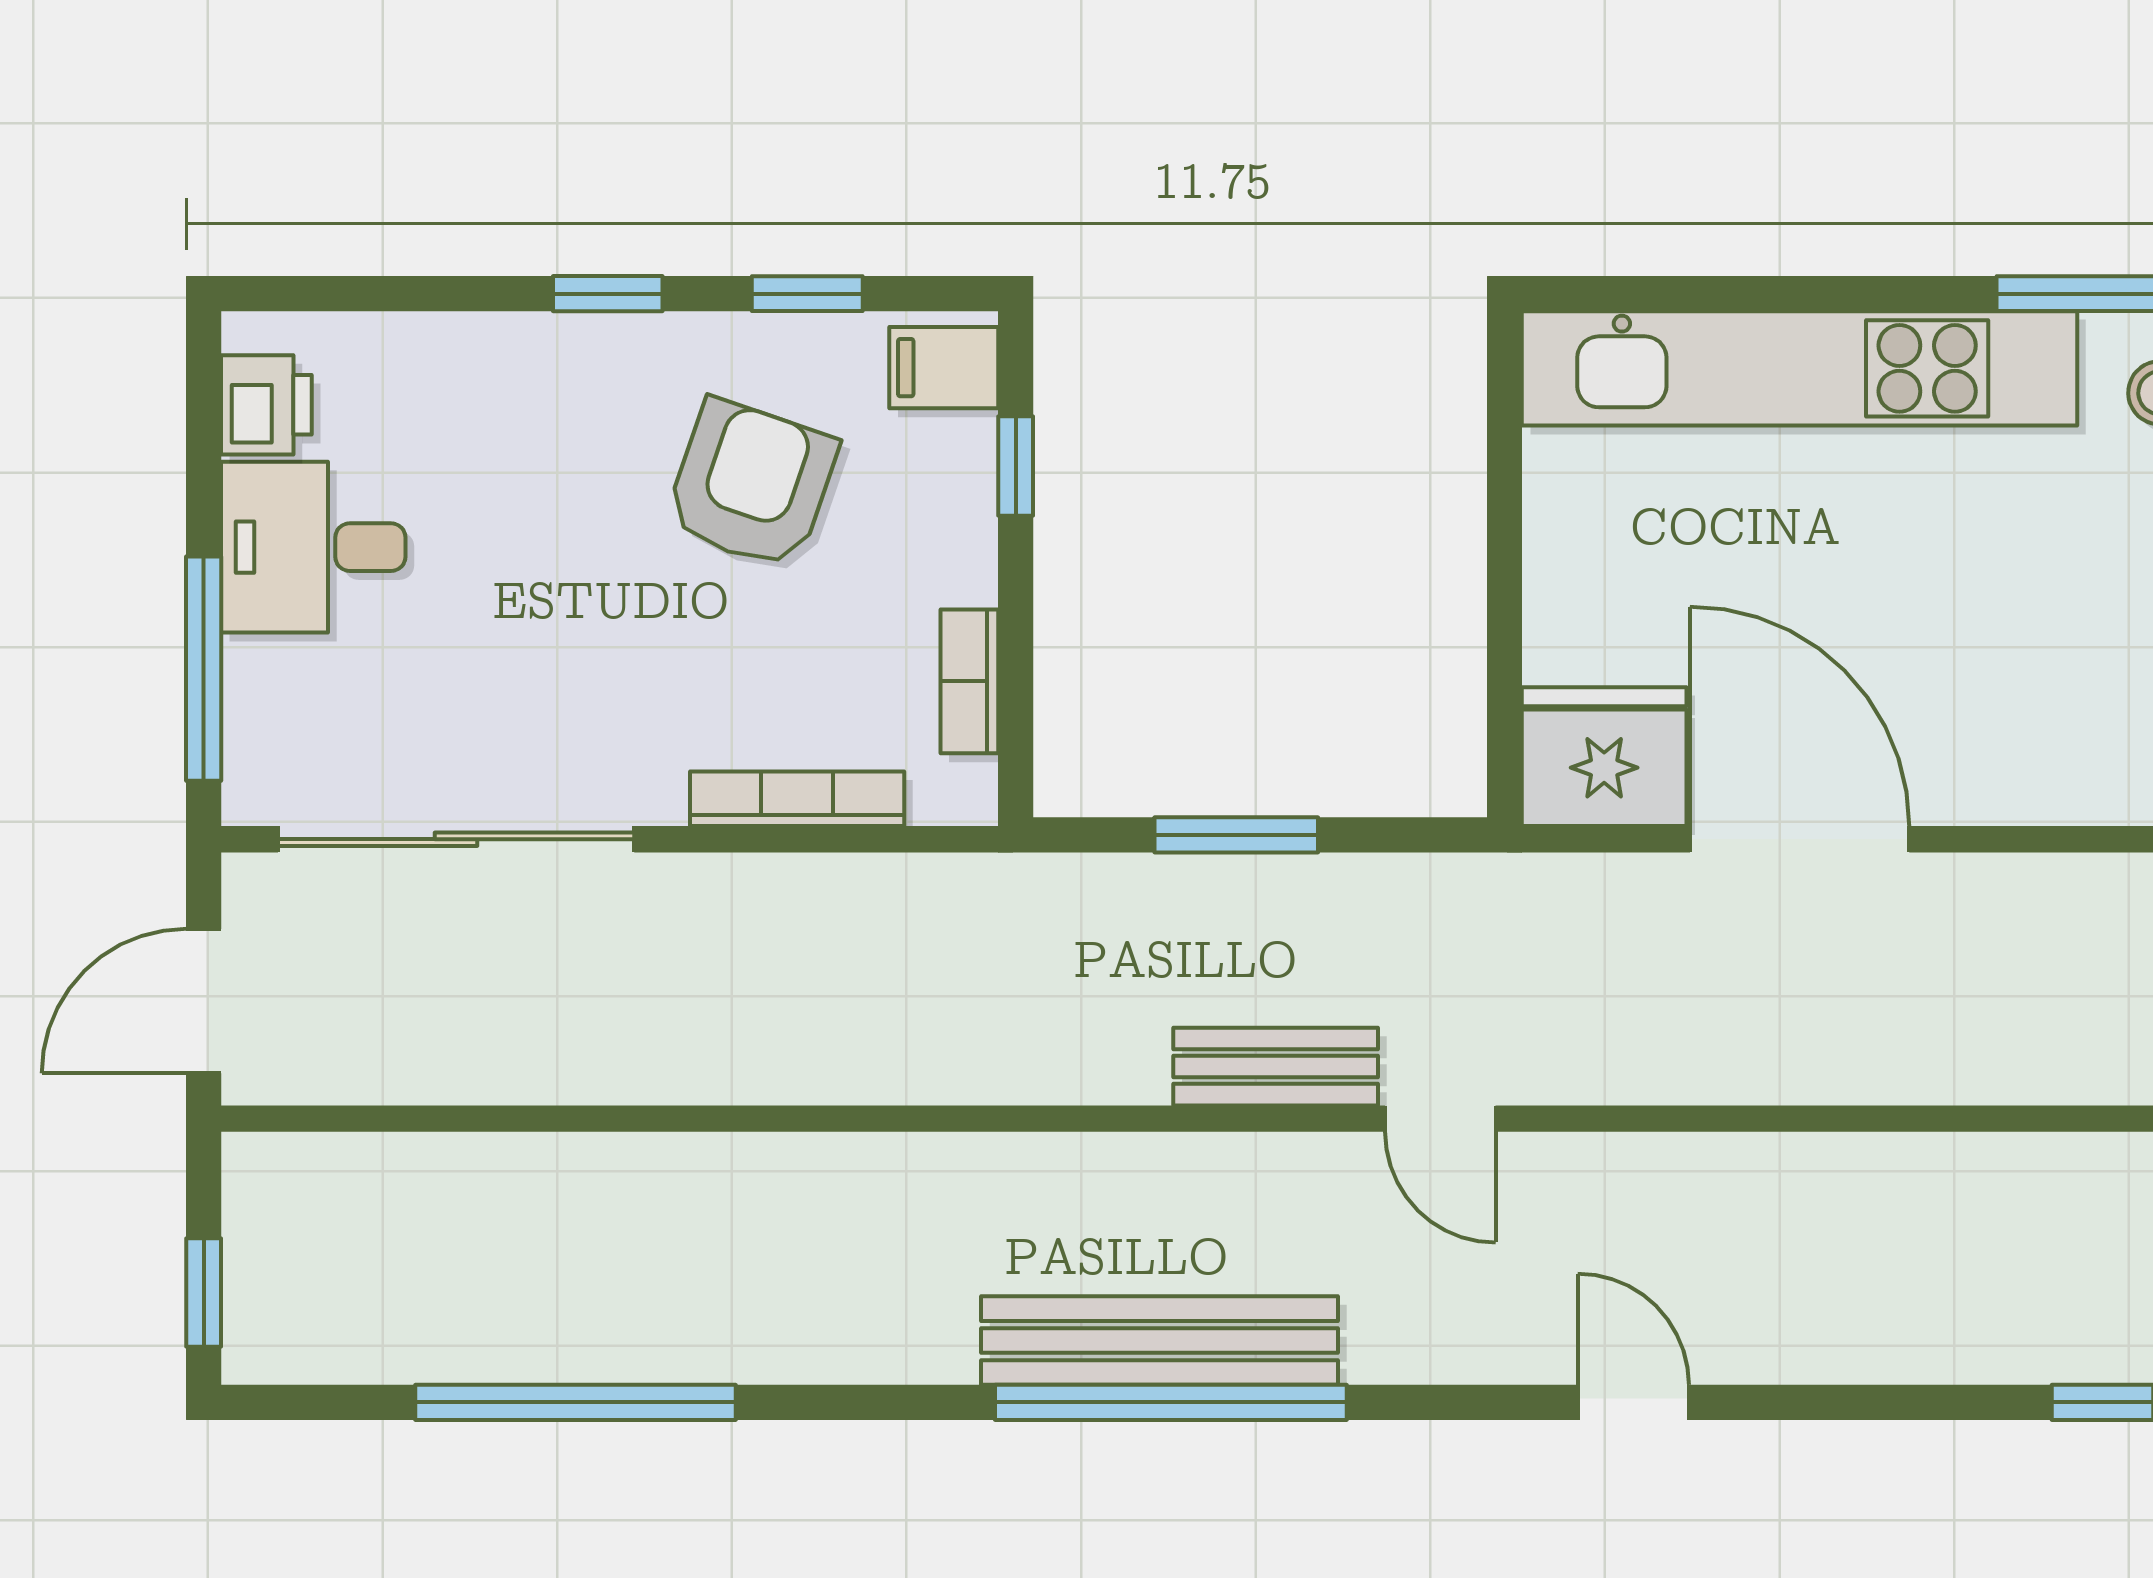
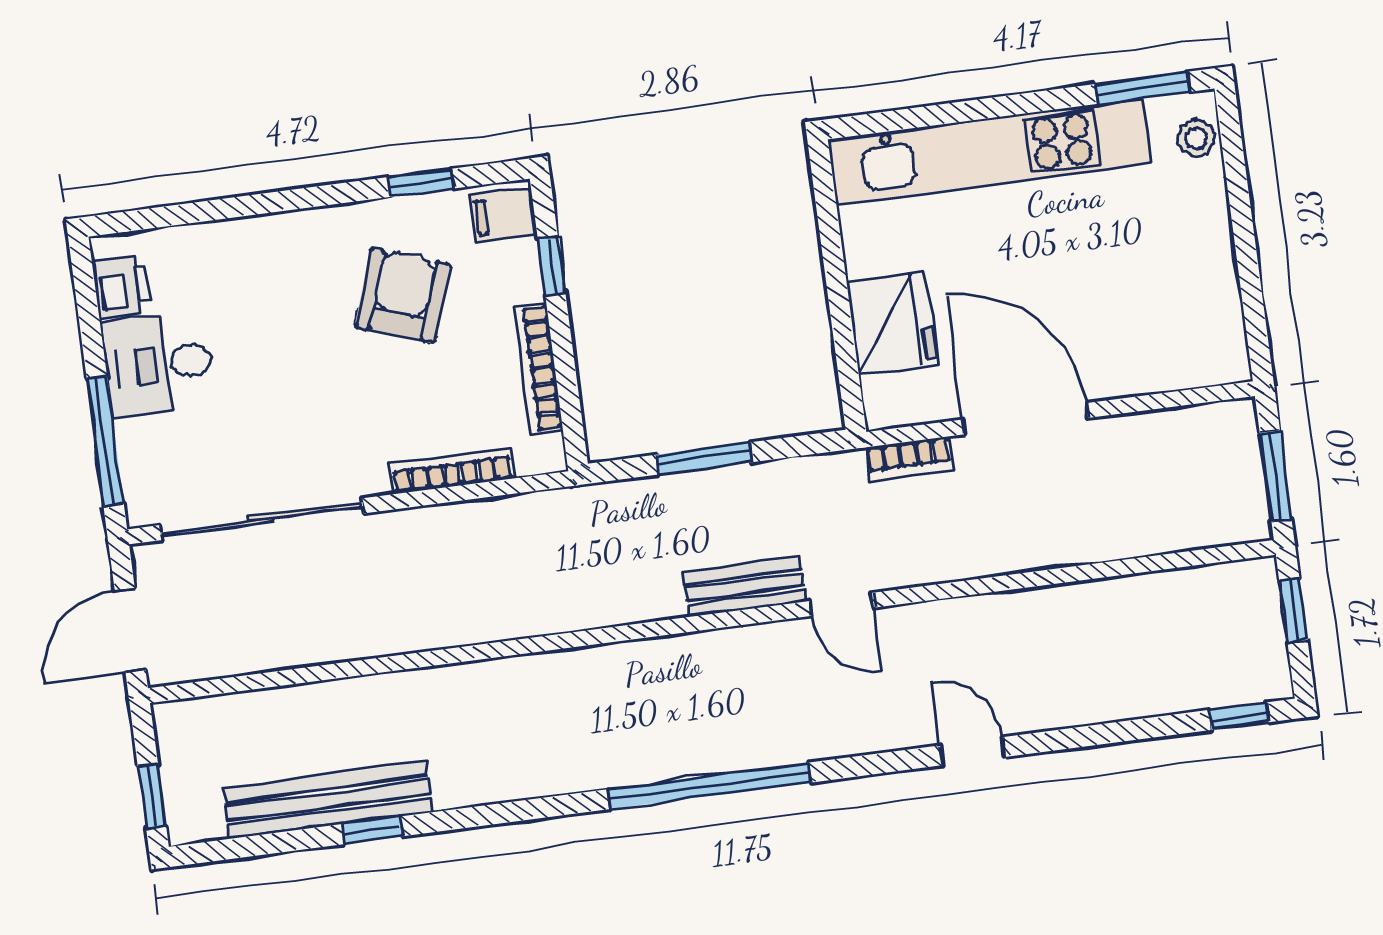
window: (608, 294) -> (307, 198), removed
bookcase: (969, 681) -> (538, 368), width x1.56
fridge: (1604, 757) -> (892, 323), moved, turned 90
bookcase: (1590, 882) -> (909, 459), added
bench: (1160, 1341) -> (328, 800), moved
window: (575, 1402) -> (371, 830), width x0.32

